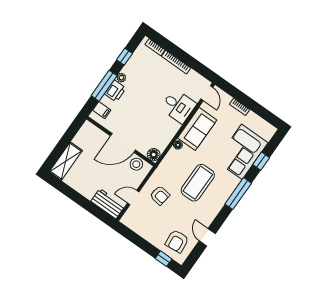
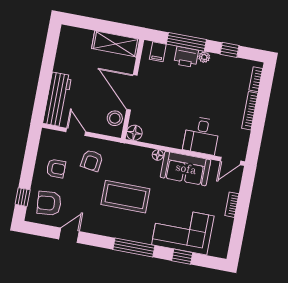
shelving: (66, 161) -> (116, 44), moved
workbench: (108, 204) -> (57, 99), width x1.38
armchair: (154, 225) -> (56, 168), added

